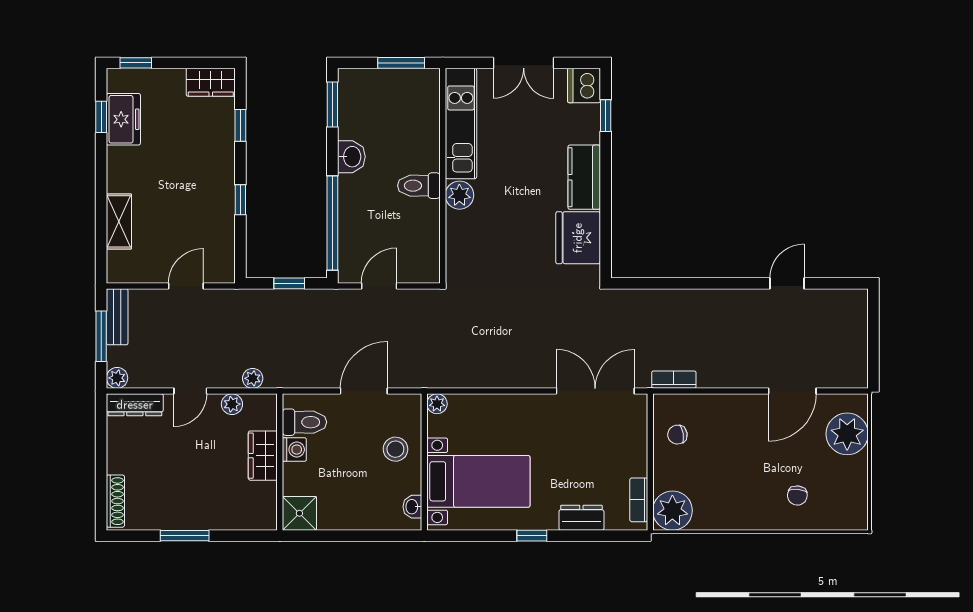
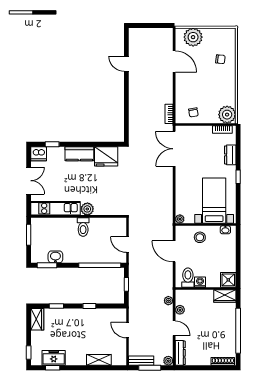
washbasin: (351, 157) -> (55, 257), moved
wardrobe: (263, 456) -> (225, 296), moved
window: (185, 536) -> (238, 331), width x2.11

